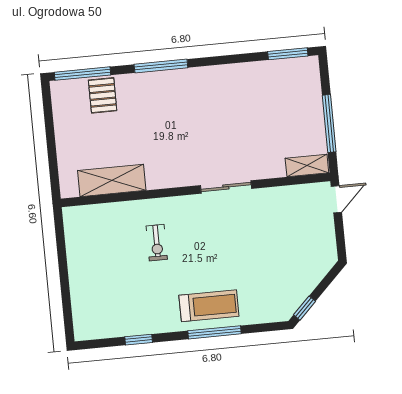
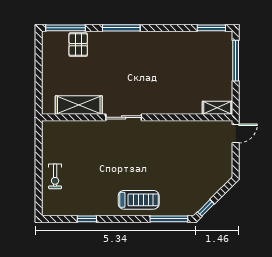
window: (329, 123) -> (236, 61), moved
sliding door: (226, 187) -> (124, 117), moved
exercise bike: (157, 243) -> (55, 176), moved
window: (215, 332) -> (169, 219), moved

